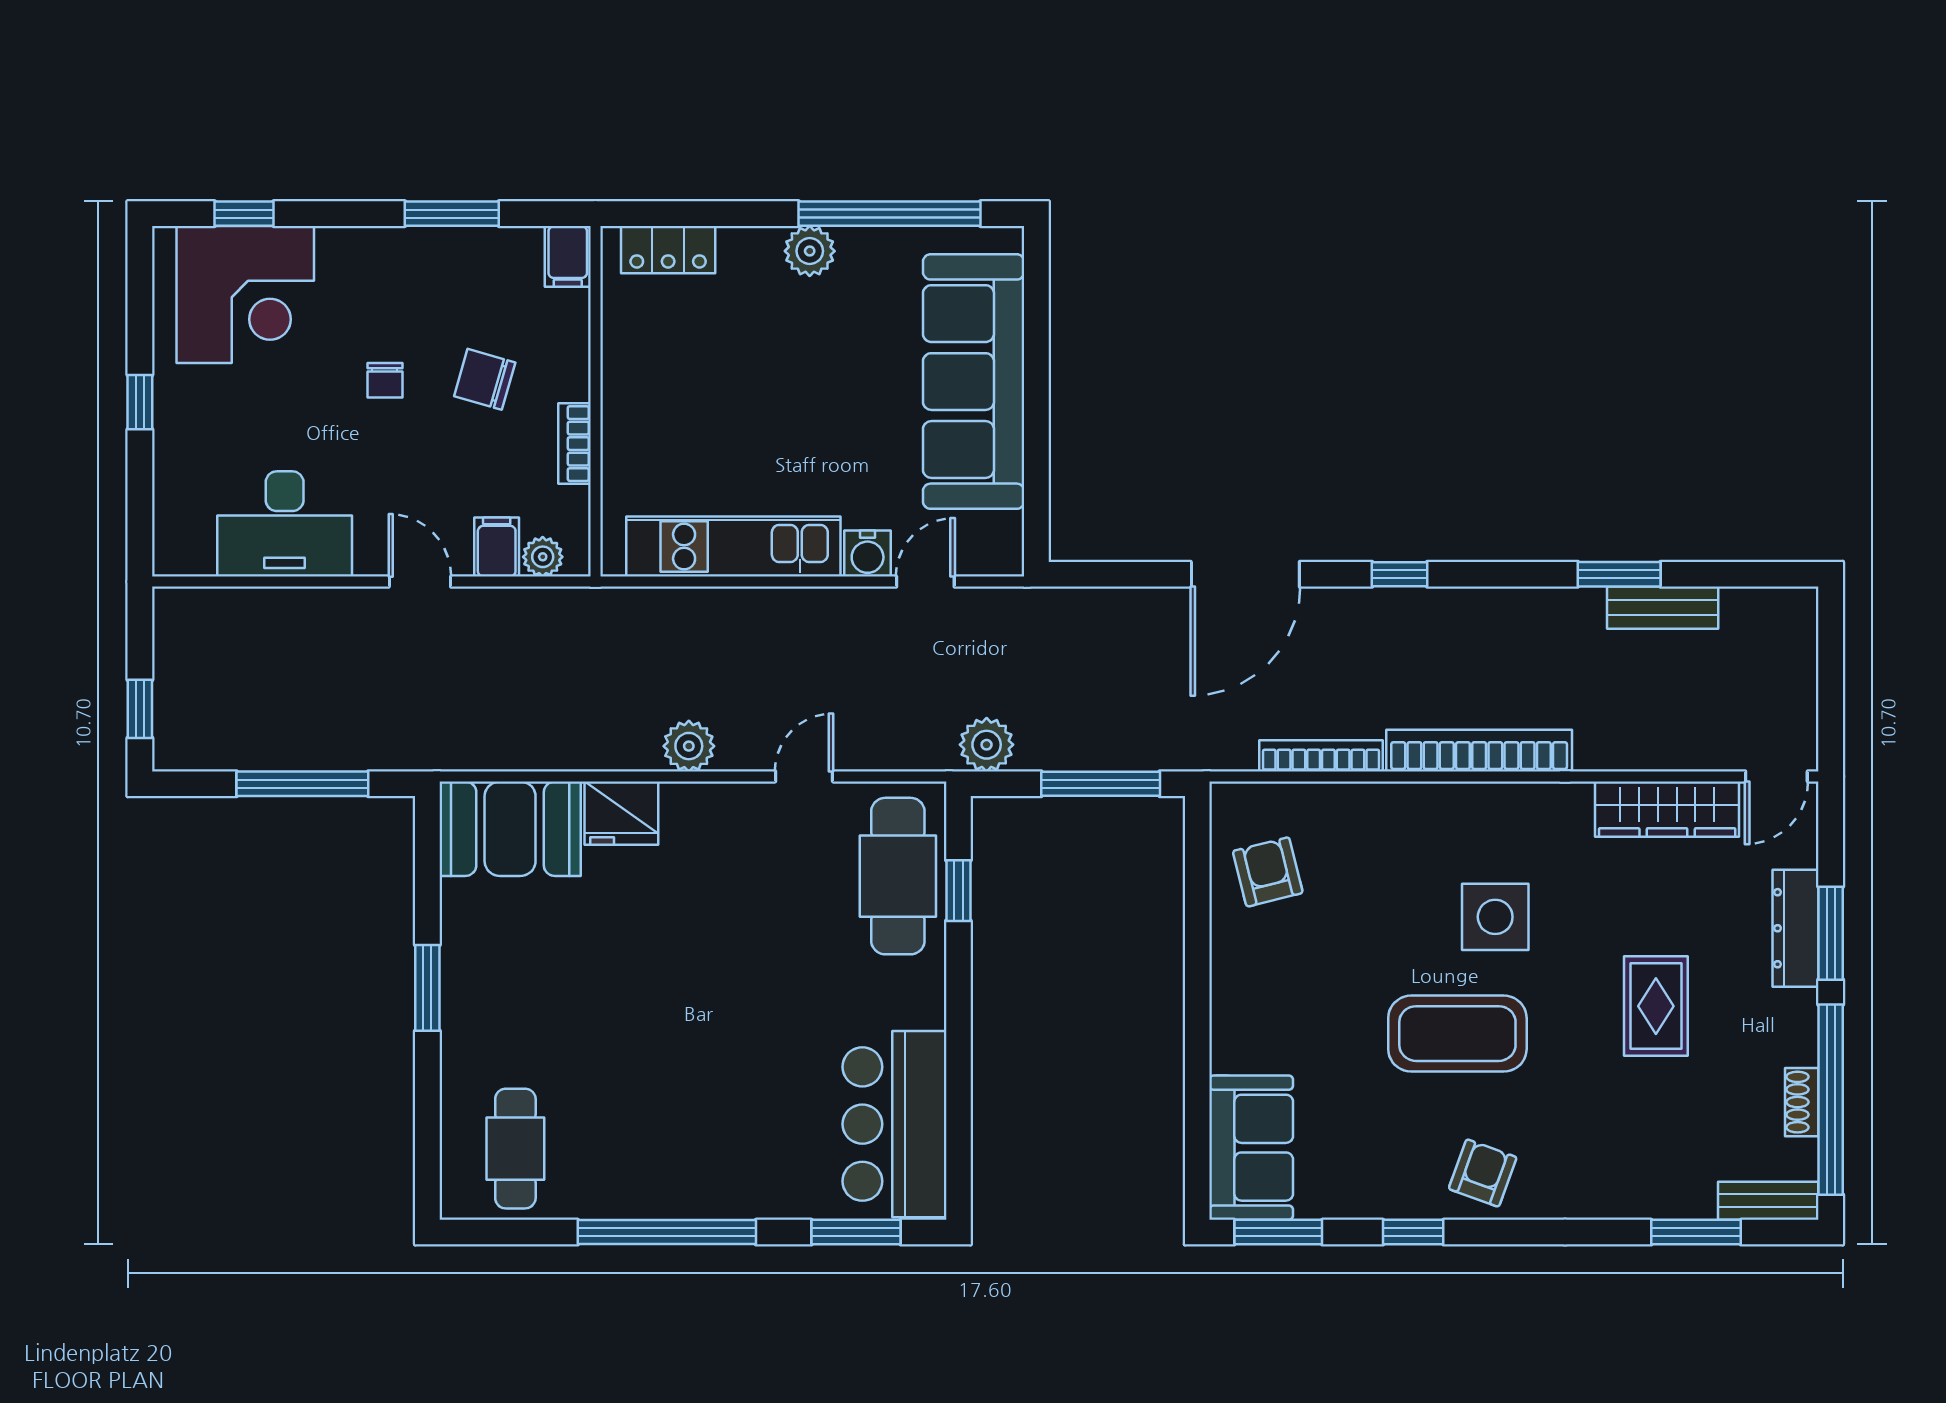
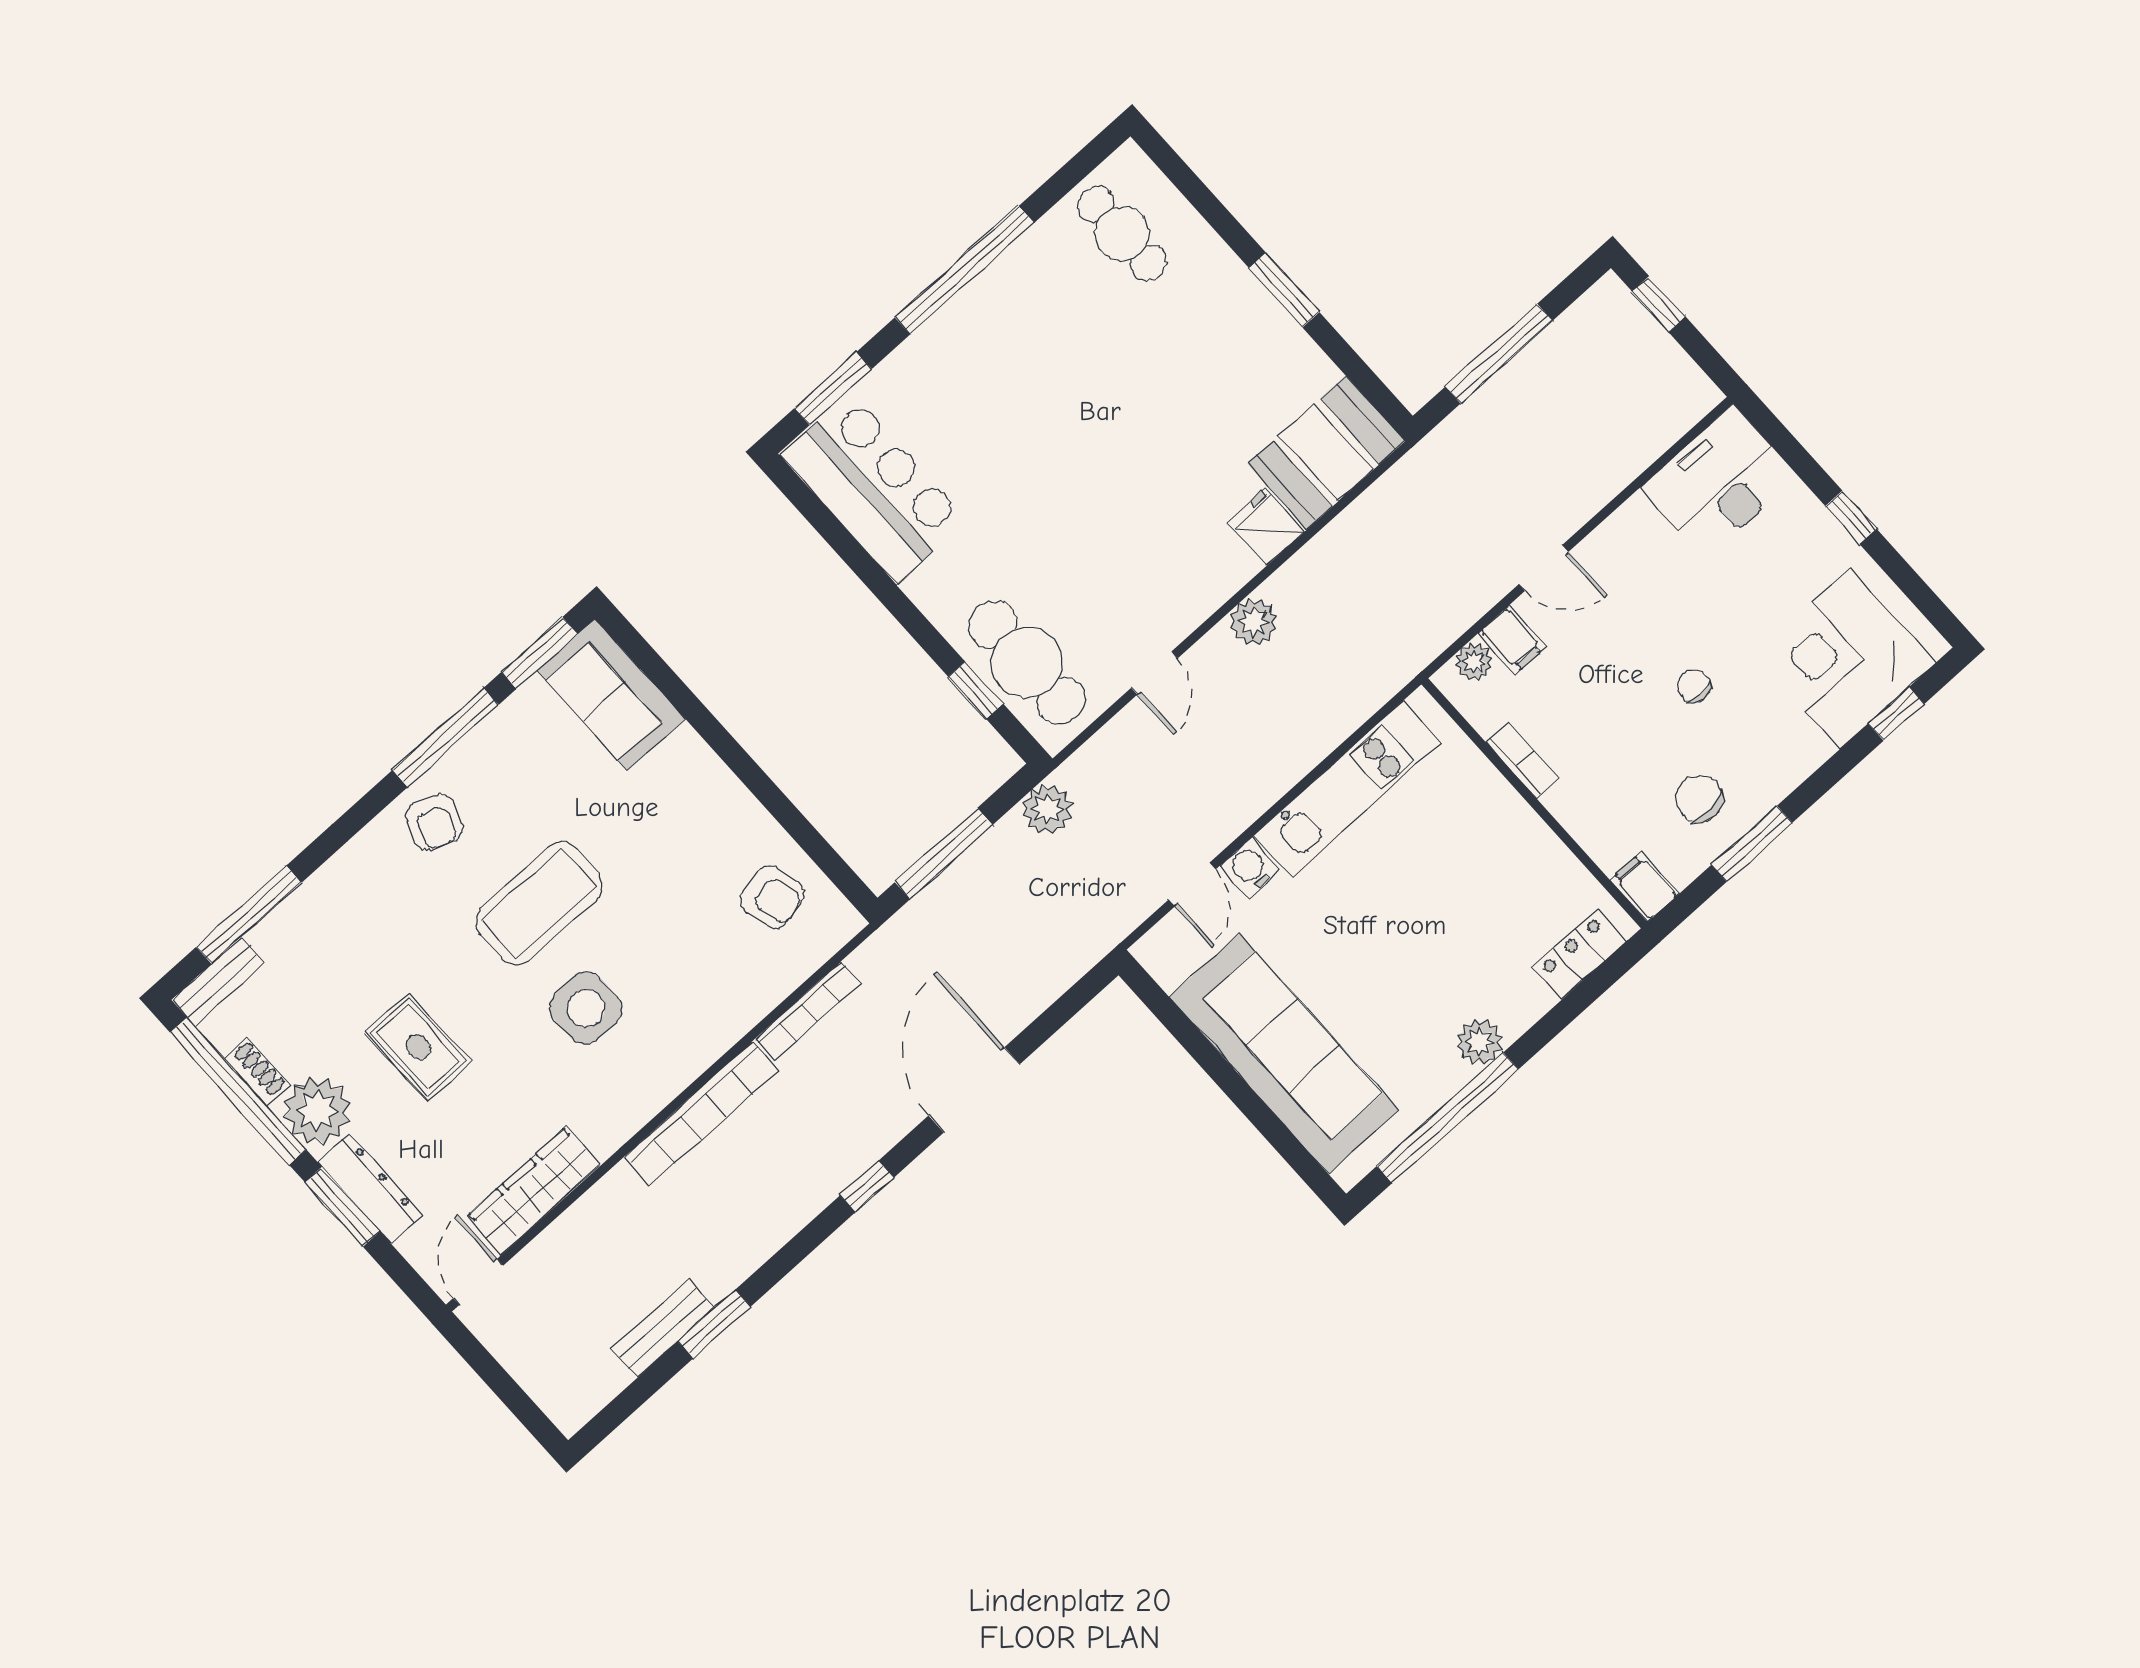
chair: (485, 379) -> (1699, 799), moved, turned -110
desk: (285, 524) -> (1719, 482), moved
fridge: (621, 813) -> (1266, 527), width x0.72
plant: (1782, 1027) -> (317, 1111), added
window: (1413, 1232) -> (446, 738), width x2.17
window: (1696, 1232) -> (249, 915), width x1.44

